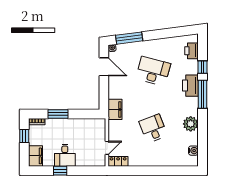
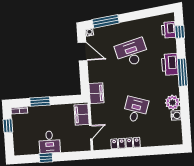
window: (202, 67) -> (180, 32), moved
desk: (153, 71) -> (132, 53), turned -30
desk: (153, 129) -> (136, 110), turned 39
water cooler: (193, 151) -> (176, 115), moved
filing cabinet: (35, 156) -> (82, 115), moved, turned 180
locker: (118, 161) -> (125, 143), moved, width x1.53

